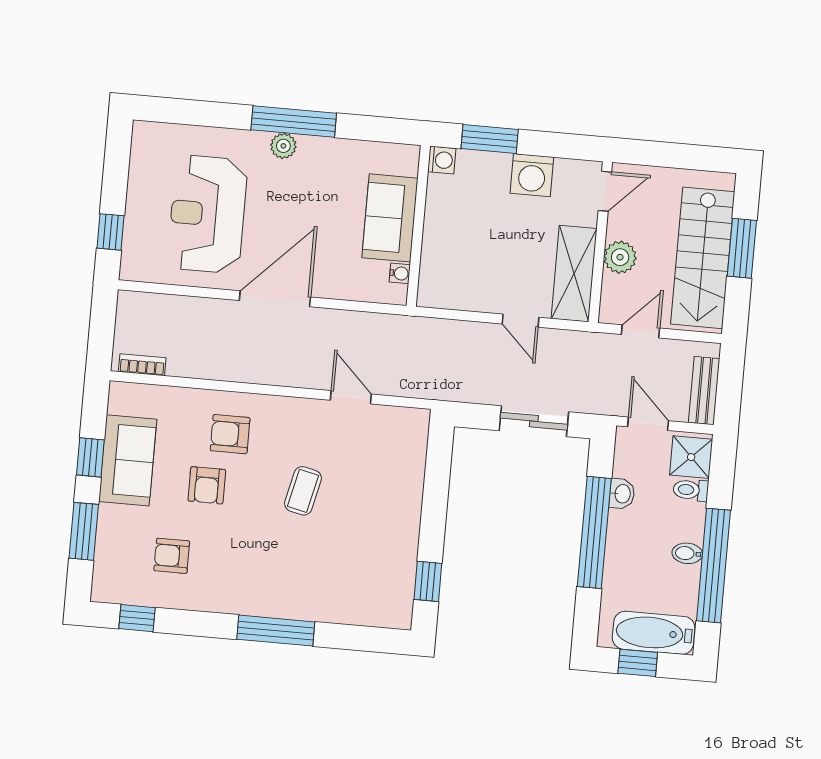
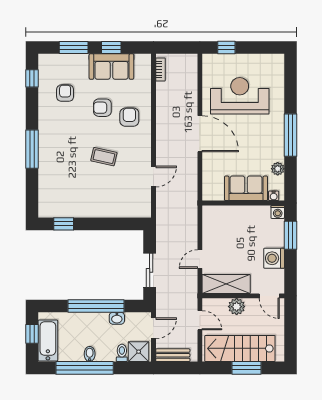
plant: (283, 146) -> (278, 169), moved
water cooler: (400, 273) -> (274, 196), moved

